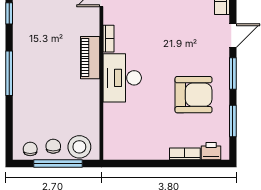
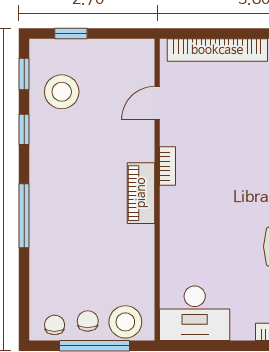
desk: (122, 78) -> (195, 313), moved, turned -90

